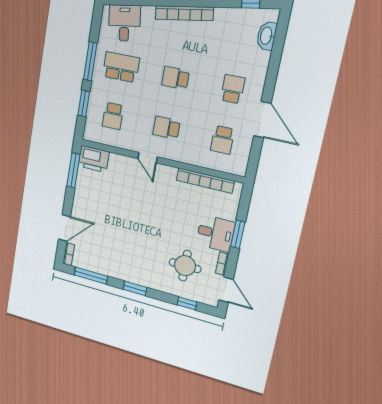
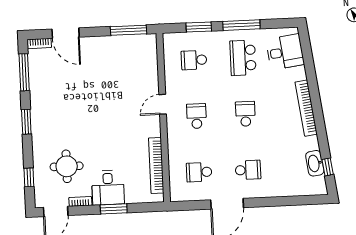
washbasin: (267, 36) -> (315, 163), moved, turned -98
school desk: (121, 67) -> (243, 58), turned 180
printer: (94, 159) -> (146, 49), removed

